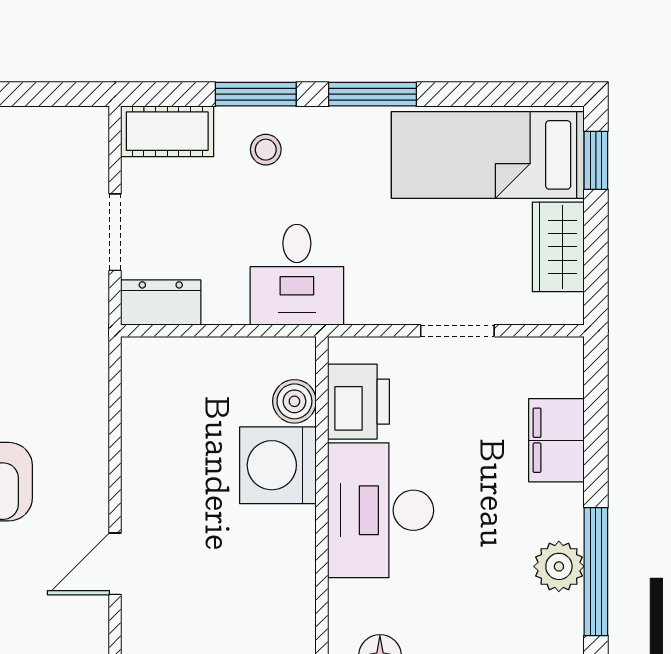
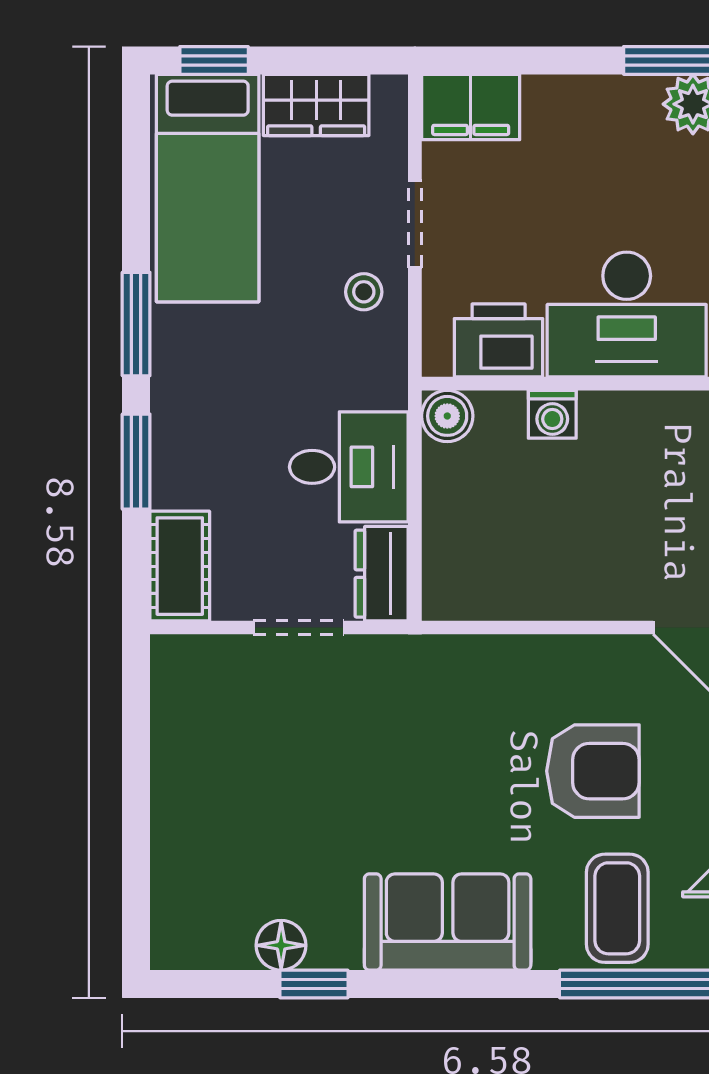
stool: (266, 150) -> (364, 292), moved
desk: (297, 275) -> (349, 467), moved
boiler: (294, 401) -> (447, 416), moved
filing cabinet: (556, 440) -> (471, 107), moved
washing machine: (278, 465) -> (552, 414), width x0.53, depth x0.53

